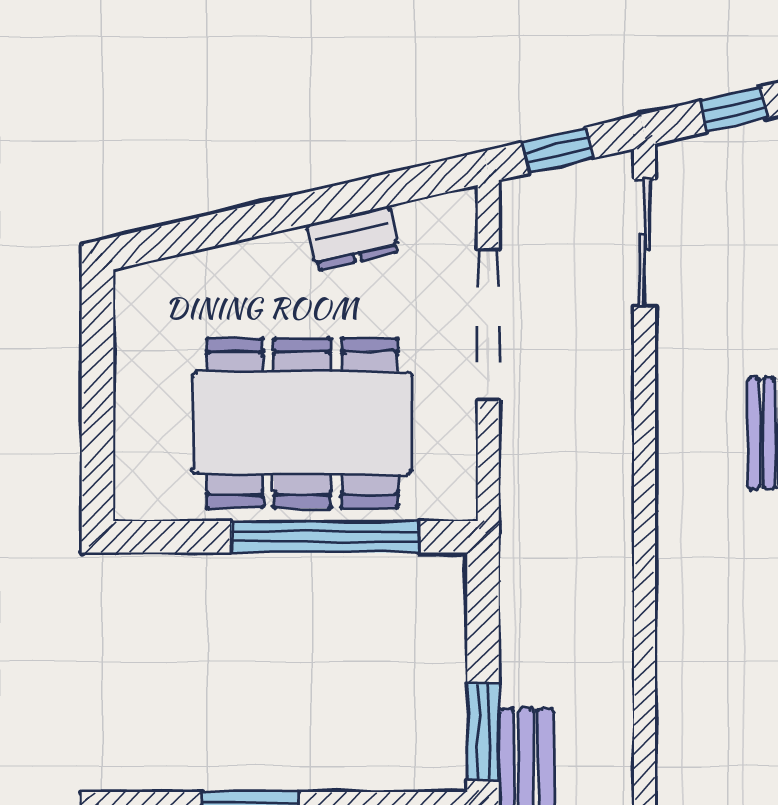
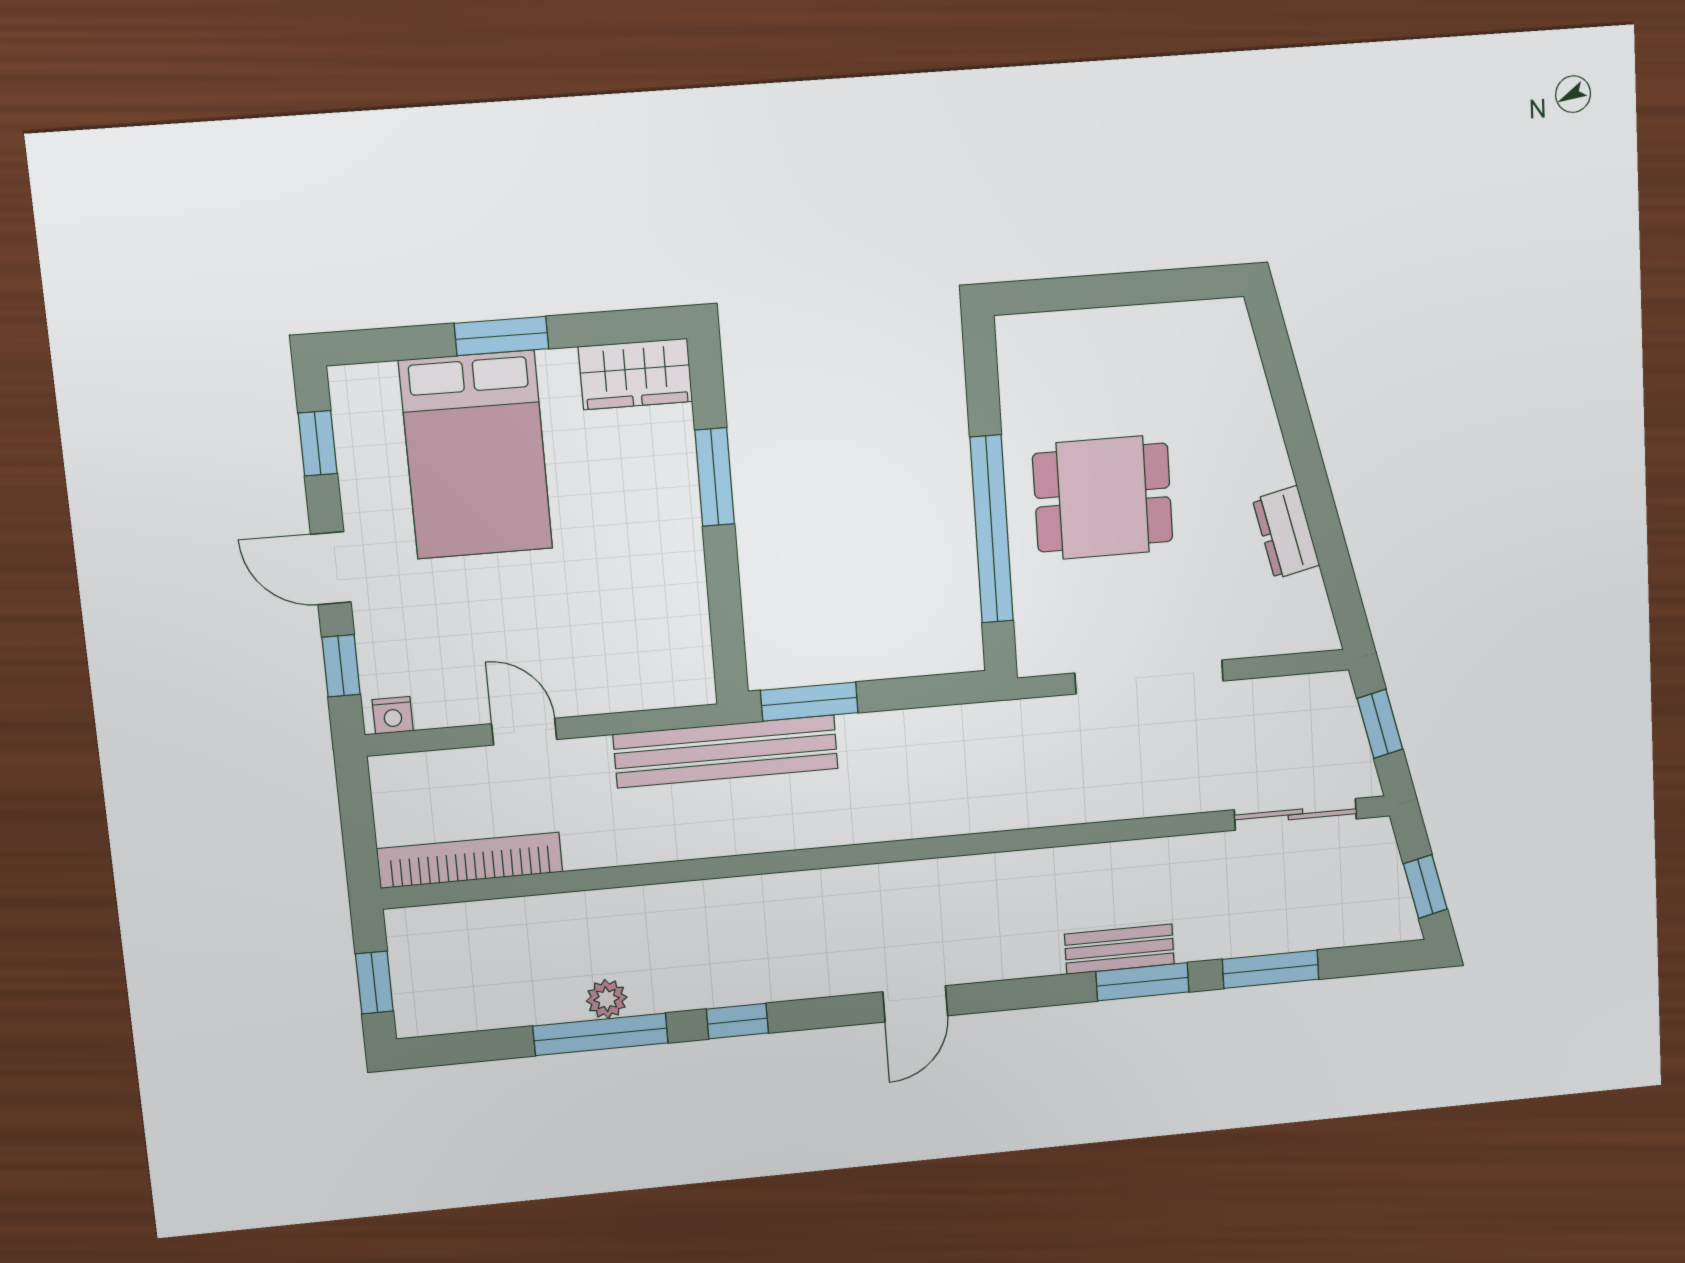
doorway: (488, 325) -> (1149, 677), moved
dining table: (302, 423) -> (1103, 498), width x0.53, depth x0.80

